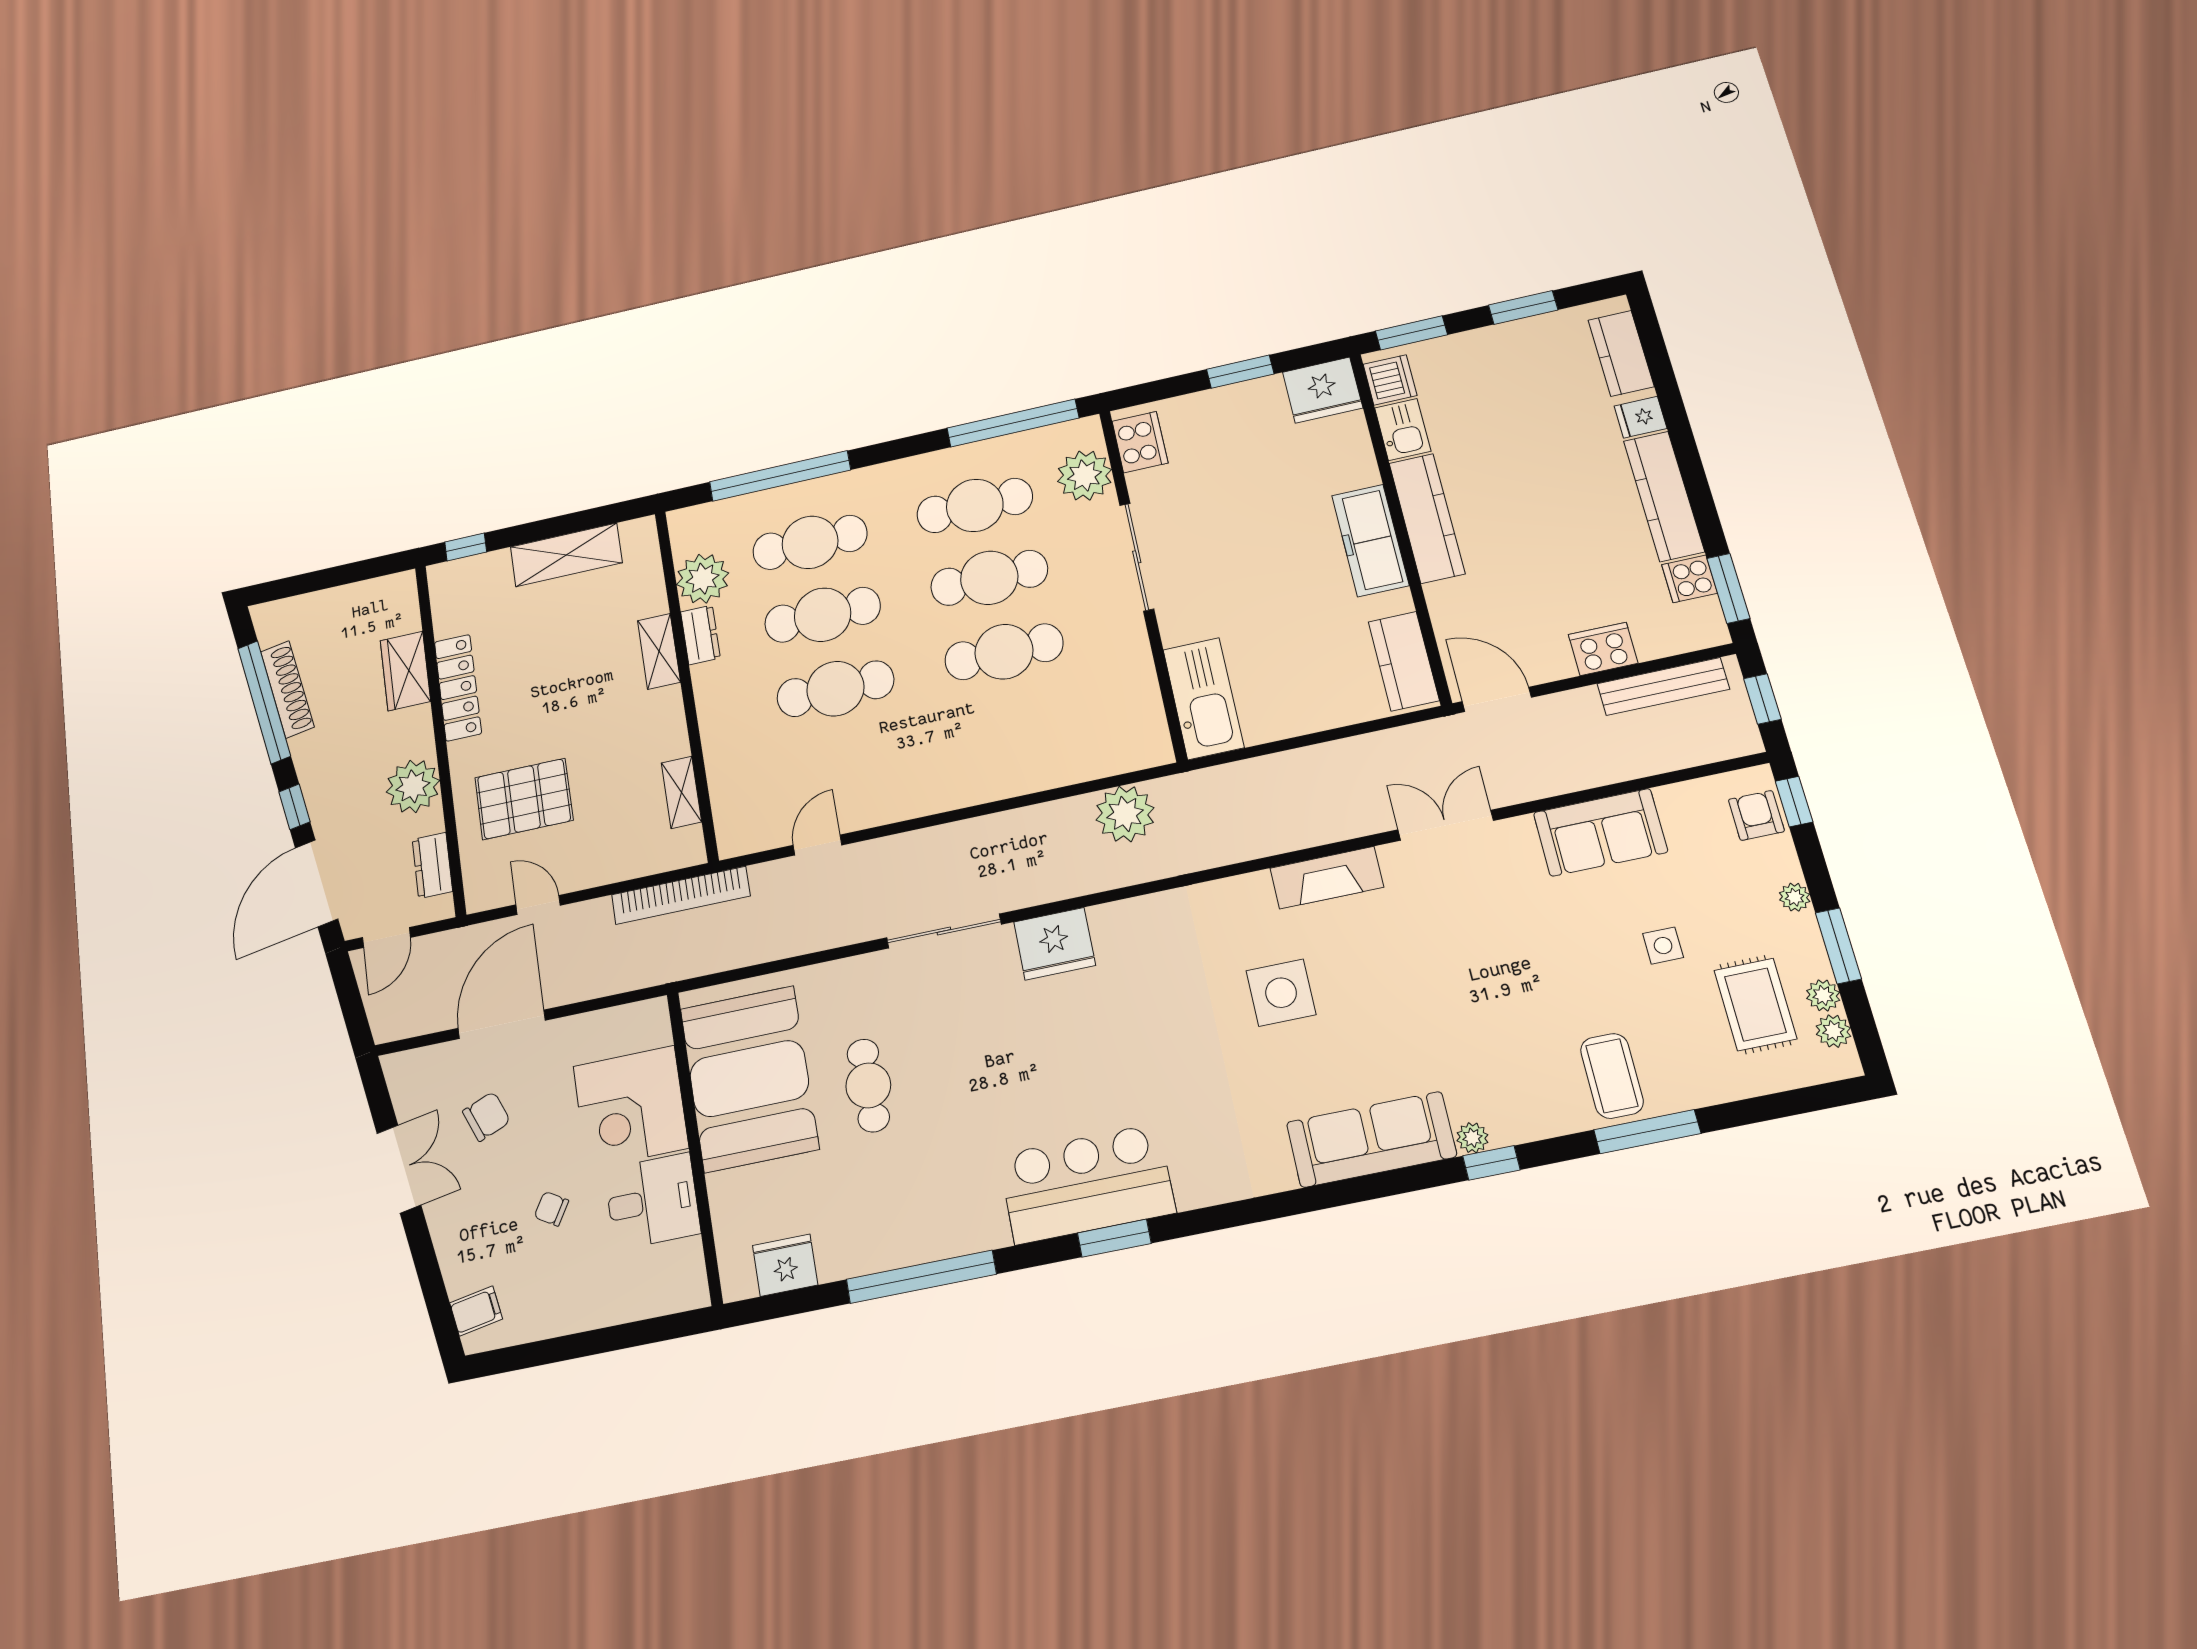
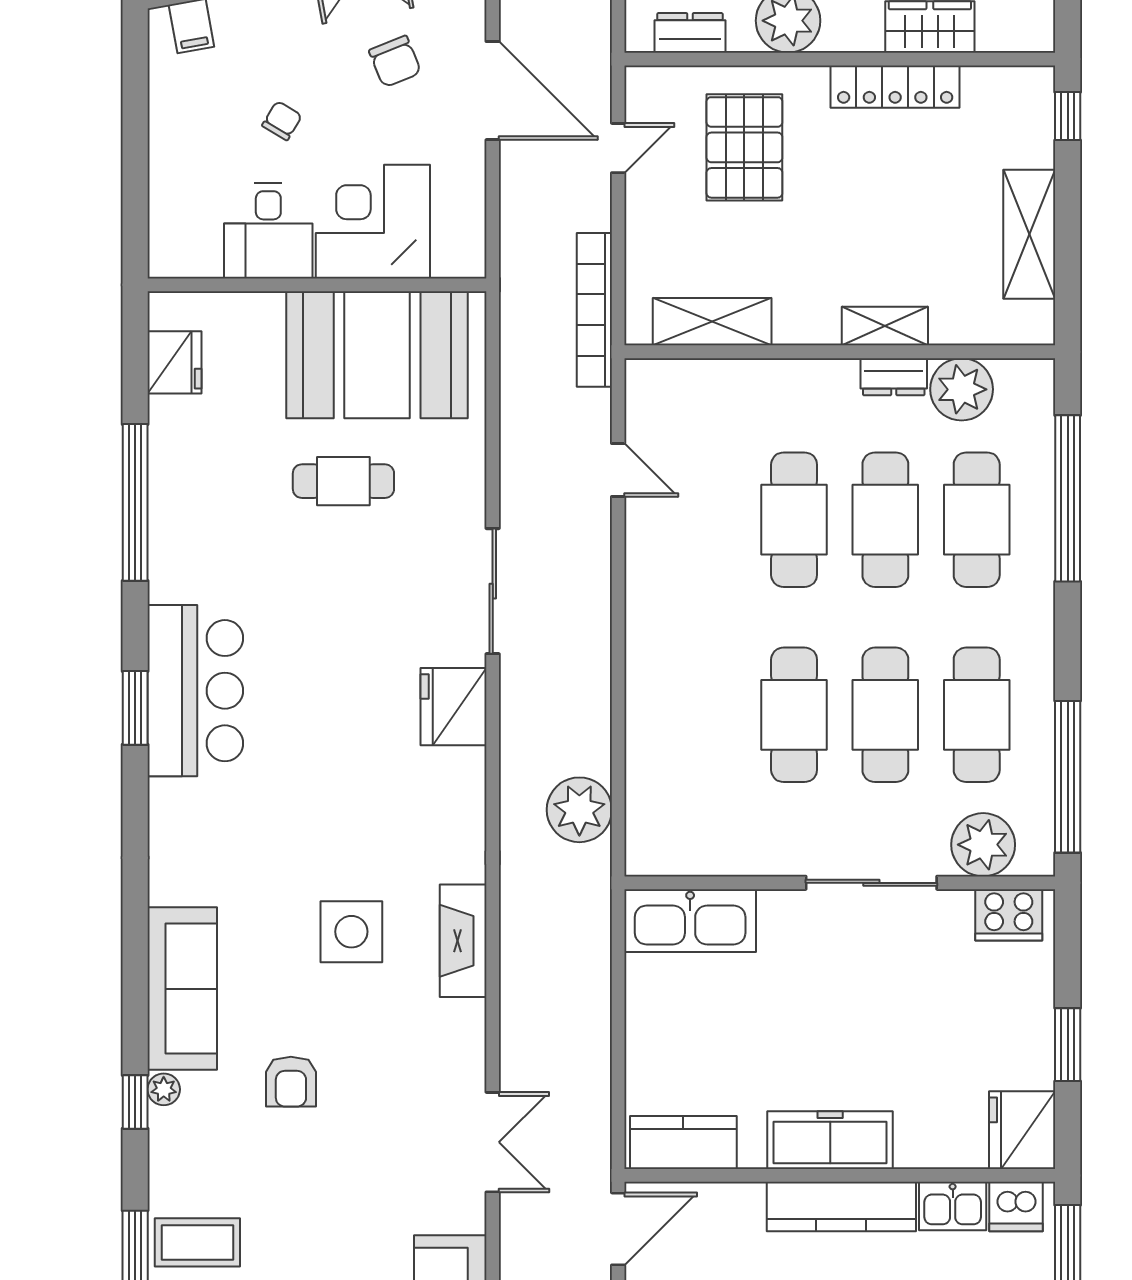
shelving: (681, 792) -> (712, 322), width x1.50, depth x1.33
fireplace: (1327, 878) -> (463, 941), moved
armchair: (1435, 1019) -> (291, 1082), added

